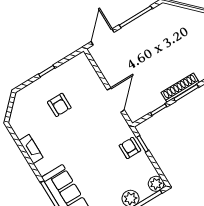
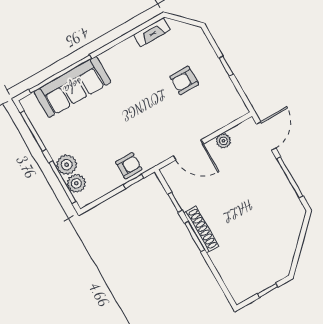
door: (103, 37) -> (266, 136), hinge flipped
plant: (107, 71) -> (224, 141), added
fireplace: (31, 149) -> (152, 32), moved
plant: (156, 184) -> (76, 183), moved

